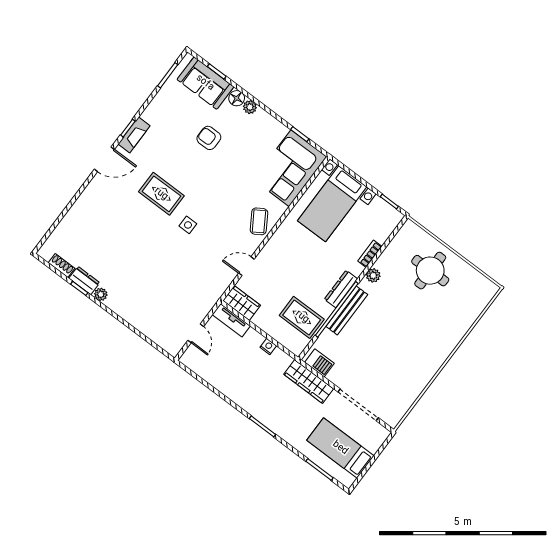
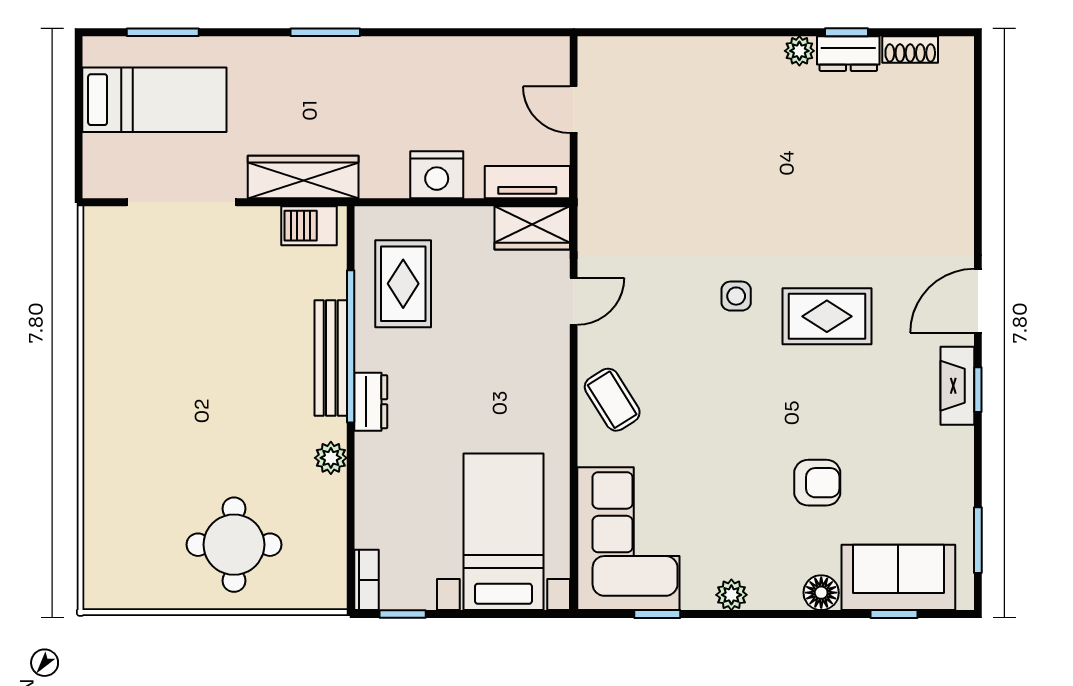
plant: (250, 107) -> (731, 595), moved
bookcase: (370, 254) -> (367, 580), moved
dresser: (341, 289) -> (371, 402), width x0.70
rug: (302, 317) -> (403, 284), turned 90
nightstand: (268, 346) -> (437, 175), width x1.89, depth x1.79

